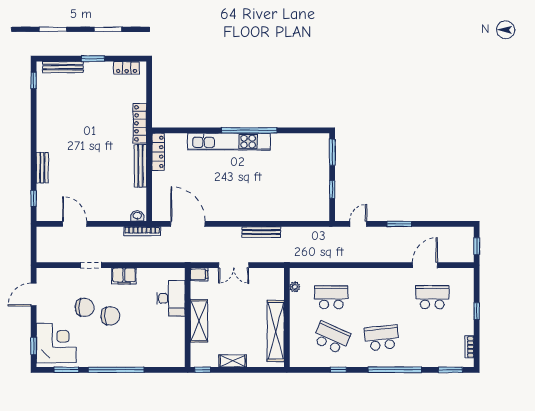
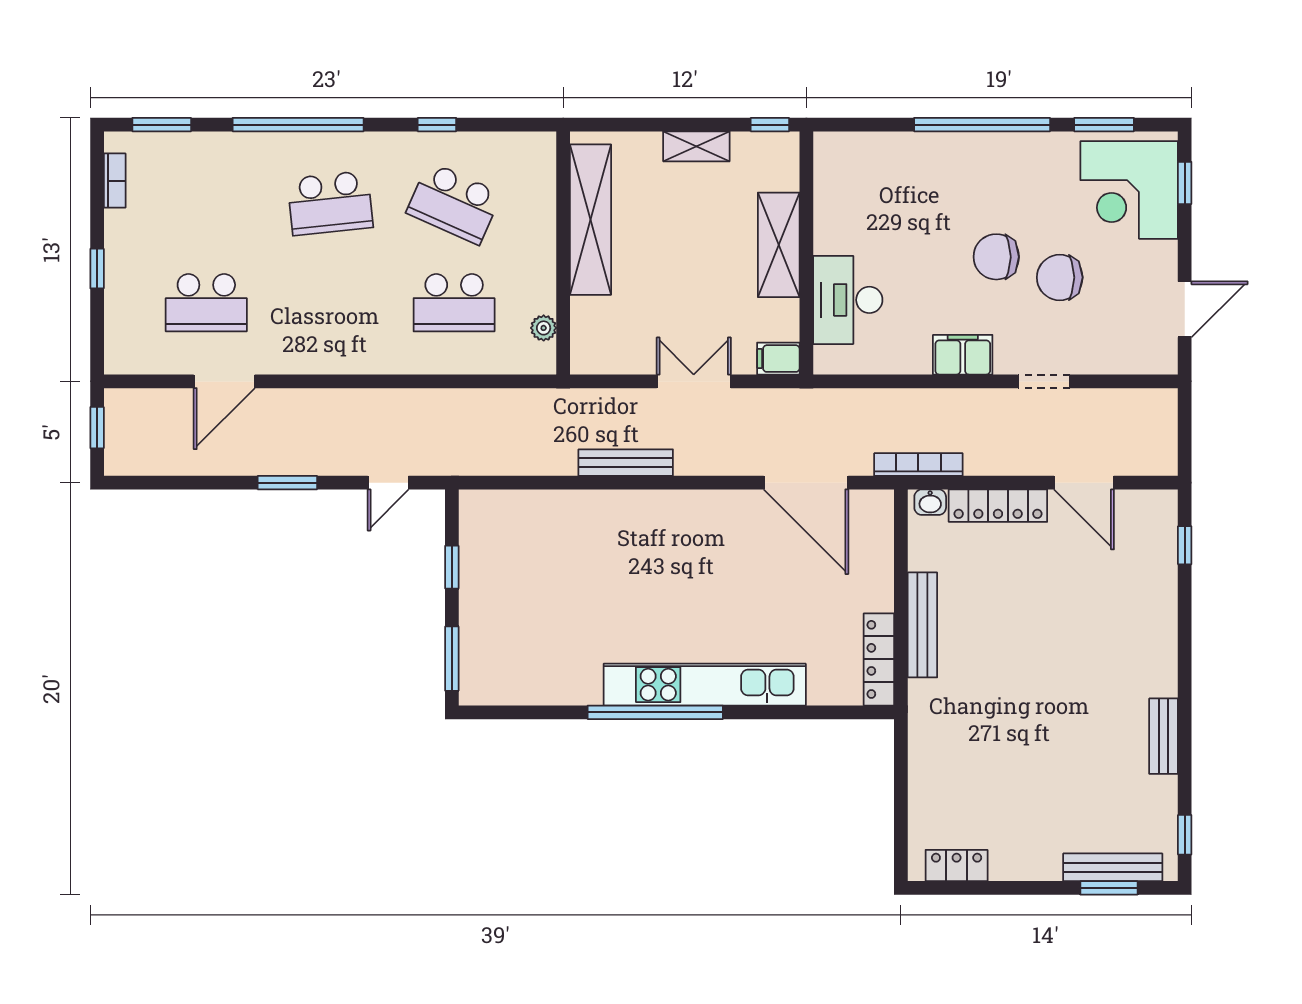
window: (93, 59) -> (1109, 888), moved
locker: (140, 123) -> (998, 506), moved, turned 90
bench: (42, 168) -> (1164, 736), moved

